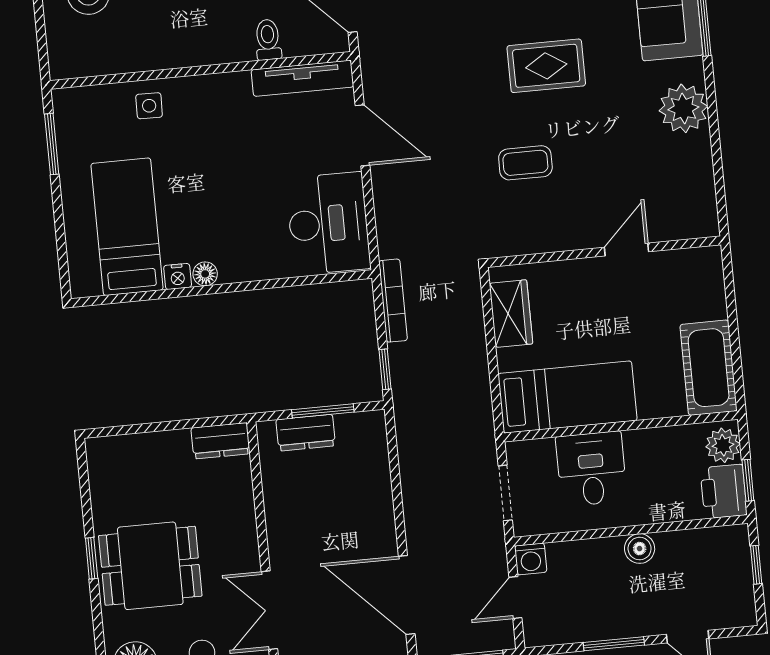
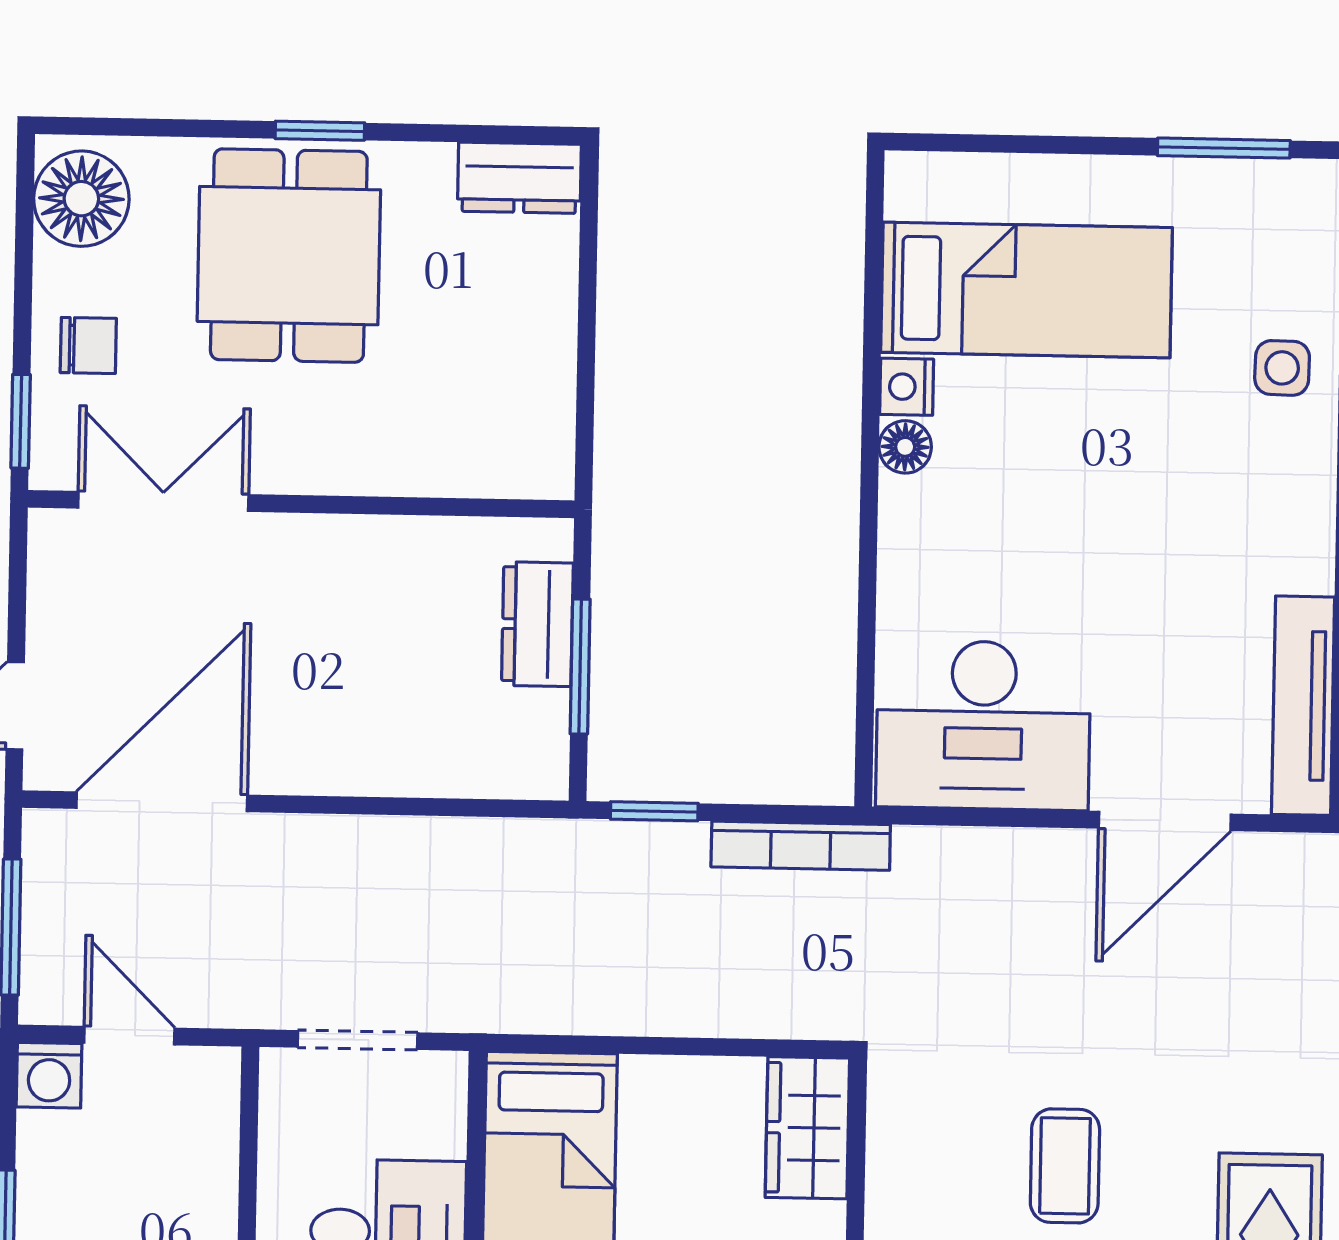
wardrobe: (511, 314) -> (807, 1128), moved, turned 90
dresser: (221, 441) -> (519, 178), moved, turned -90
washing machine: (531, 559) -> (49, 1075), moved, turned -90

